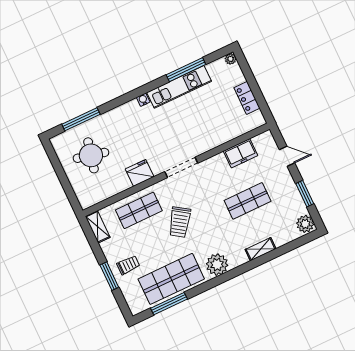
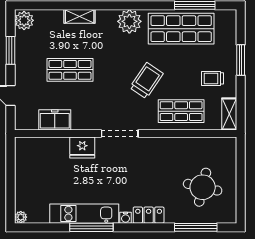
window: (186, 70) -> (91, 227), moved
locker: (247, 98) -> (149, 215), moved, turned -90
fridge: (140, 173) -> (82, 147), moved
trolley: (128, 265) -> (213, 78), moved

